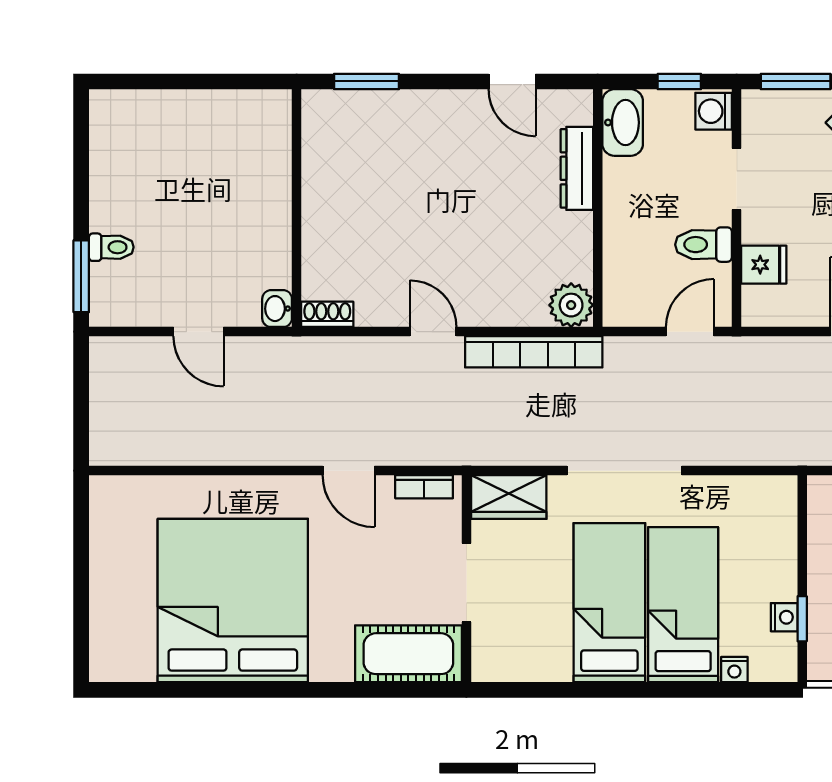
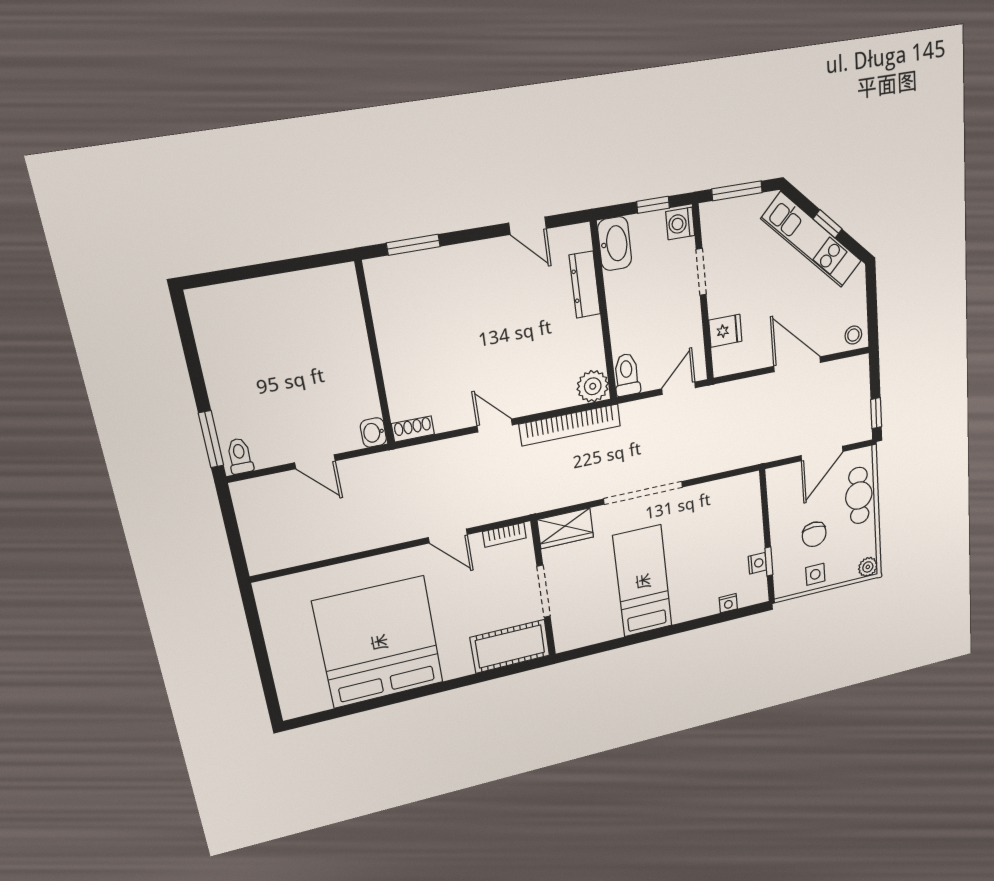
toilet: (704, 245) -> (627, 375), moved, turned 90
toilet: (111, 247) -> (240, 456), moved, turned -90
bed: (683, 605) -> (691, 571), removed

